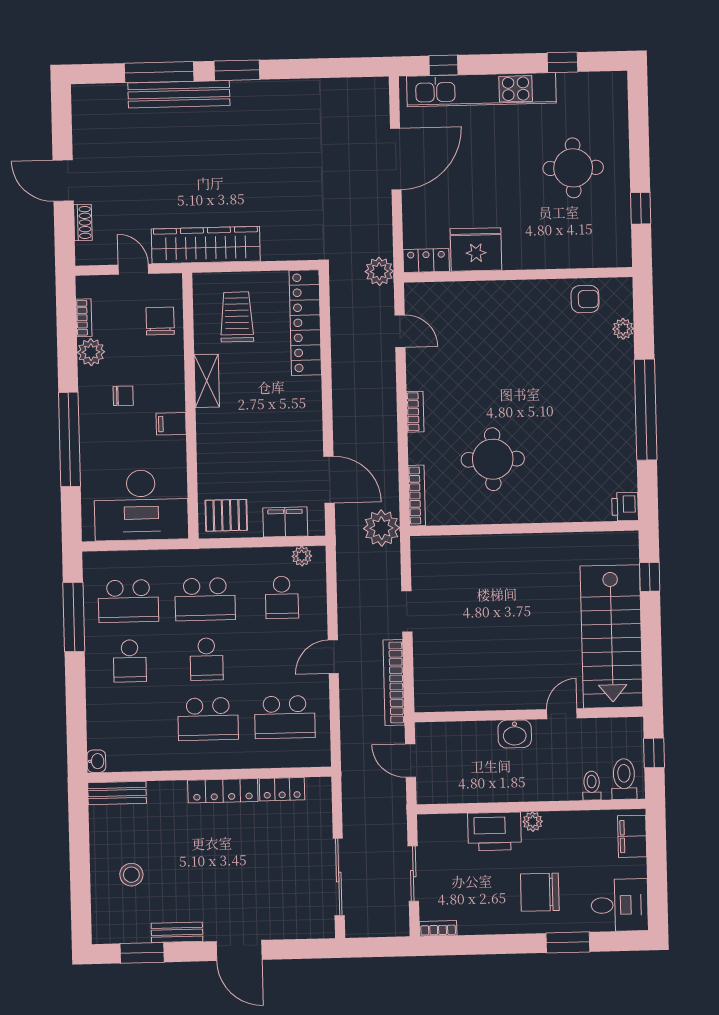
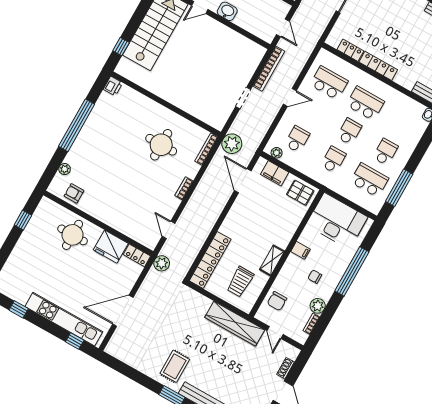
rug: (260, 120) -> (175, 366), added
round table: (573, 168) -> (73, 235), moved
school desk: (205, 599) -> (333, 160), width x0.54

